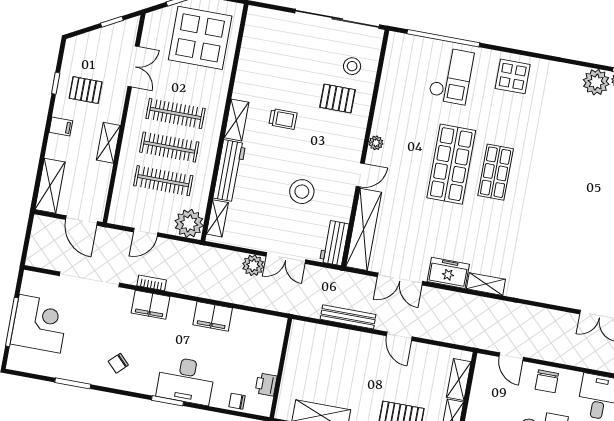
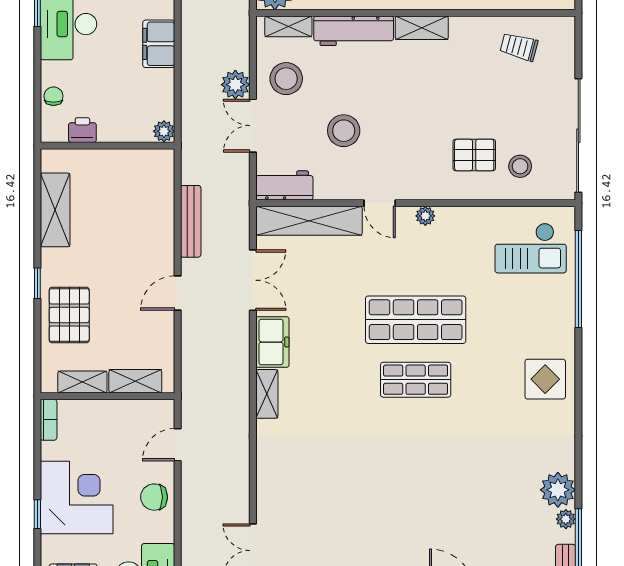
checkout: (451, 76) -> (531, 248), moved
pallet: (338, 98) -> (474, 155), turned 90
trolley: (283, 119) -> (519, 47), moved, turned 105
stool: (256, 227) -> (286, 79), added
double door: (400, 279) -> (253, 280), swing flipped
plant: (278, 324) -> (164, 131), added

